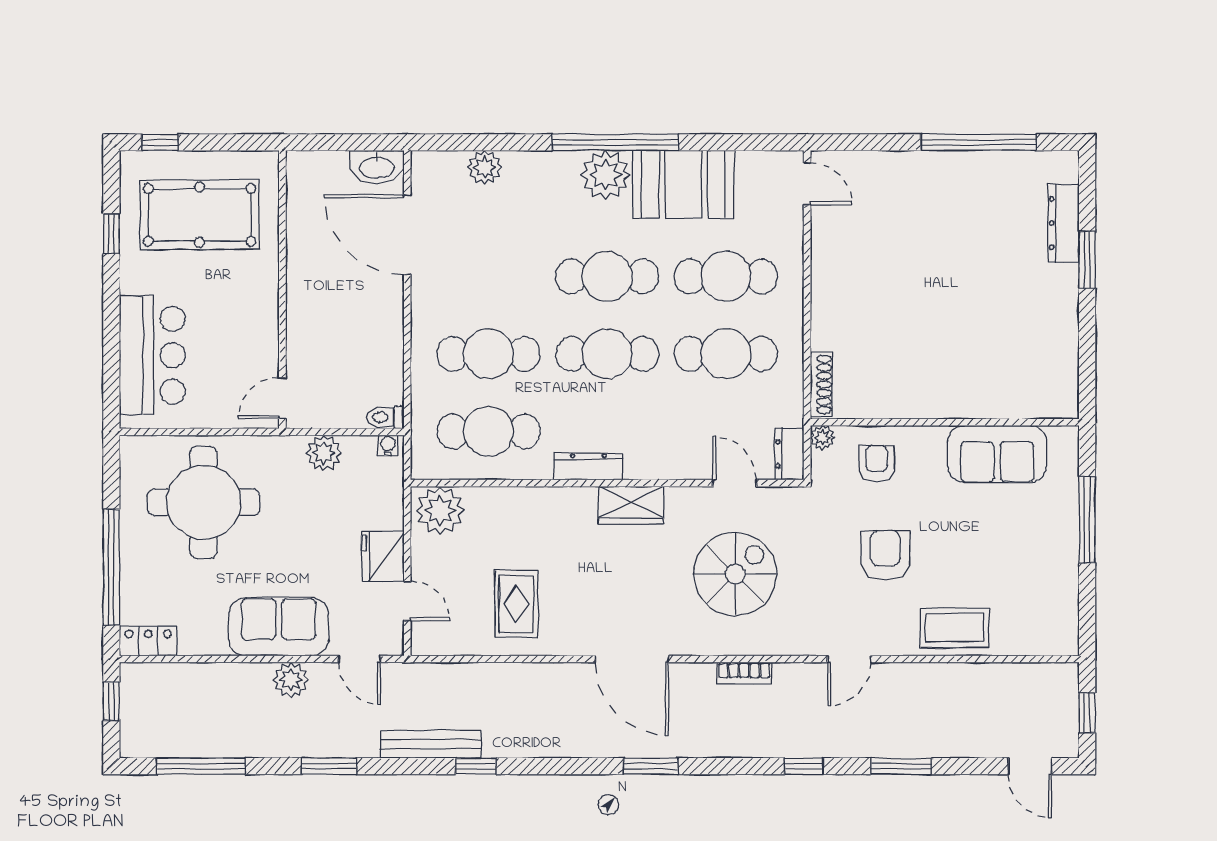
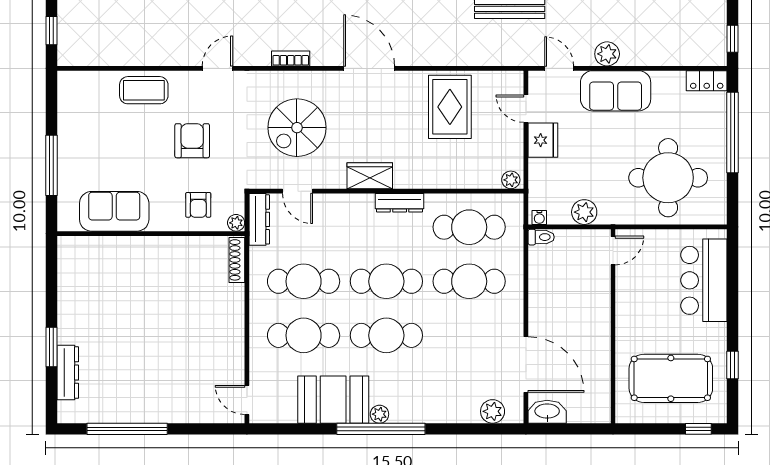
plant: (485, 167) -> (493, 411), moved
plant: (606, 175) -> (379, 414), width x0.53, depth x0.53
dresser: (789, 454) -> (259, 219), width x1.44
plant: (440, 510) -> (511, 180), width x0.53, depth x0.53
armchair: (885, 555) -> (192, 141), turned 180
rug: (516, 604) -> (450, 107), width x1.36, depth x1.43

